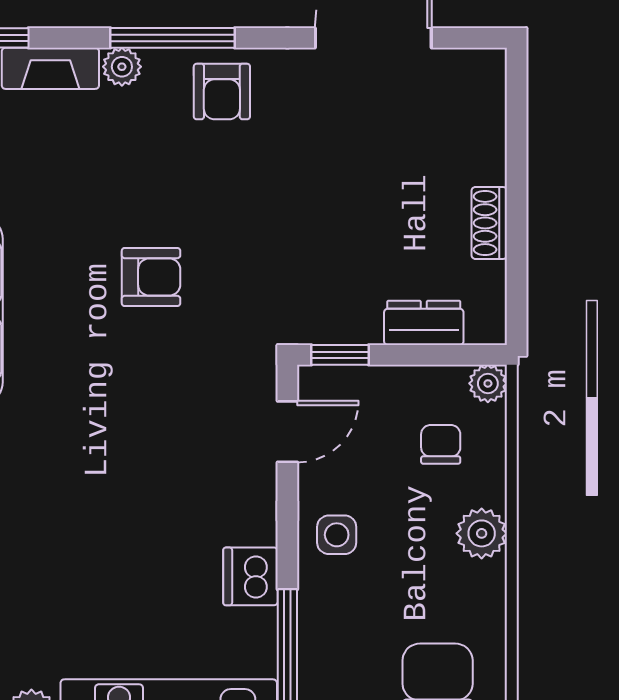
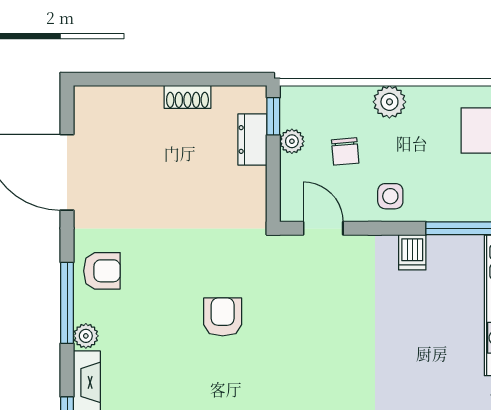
window: (340, 355) -> (273, 116), moved
plant: (488, 383) -> (292, 141), moved
chair: (441, 444) -> (345, 151), moved, turned -95
dishwasher: (250, 576) -> (412, 252), width x0.73

